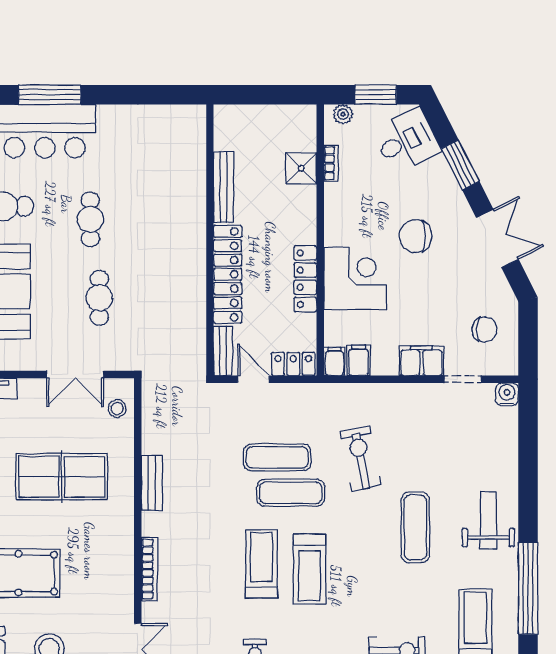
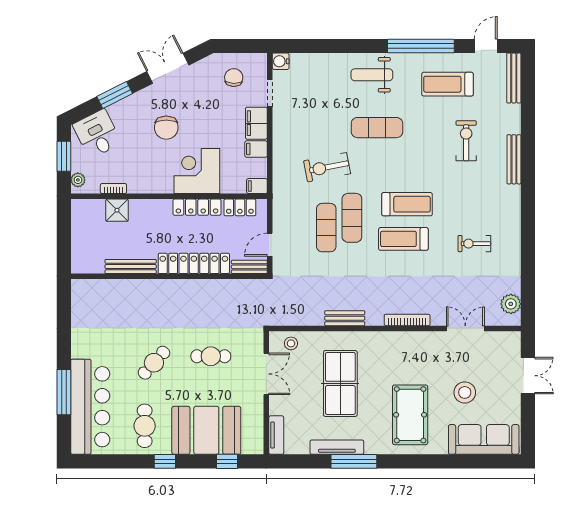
cafe table: (90, 219) -> (154, 363), turned -48
filing cabinet: (358, 360) -> (256, 149), moved
locker: (293, 364) -> (240, 207), moved, turned -90

